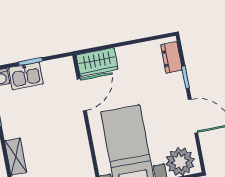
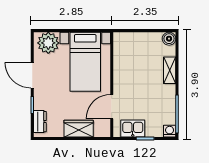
wardrobe: (97, 62) -> (79, 129), moved
kitchen sink: (26, 76) -> (133, 129), moved

